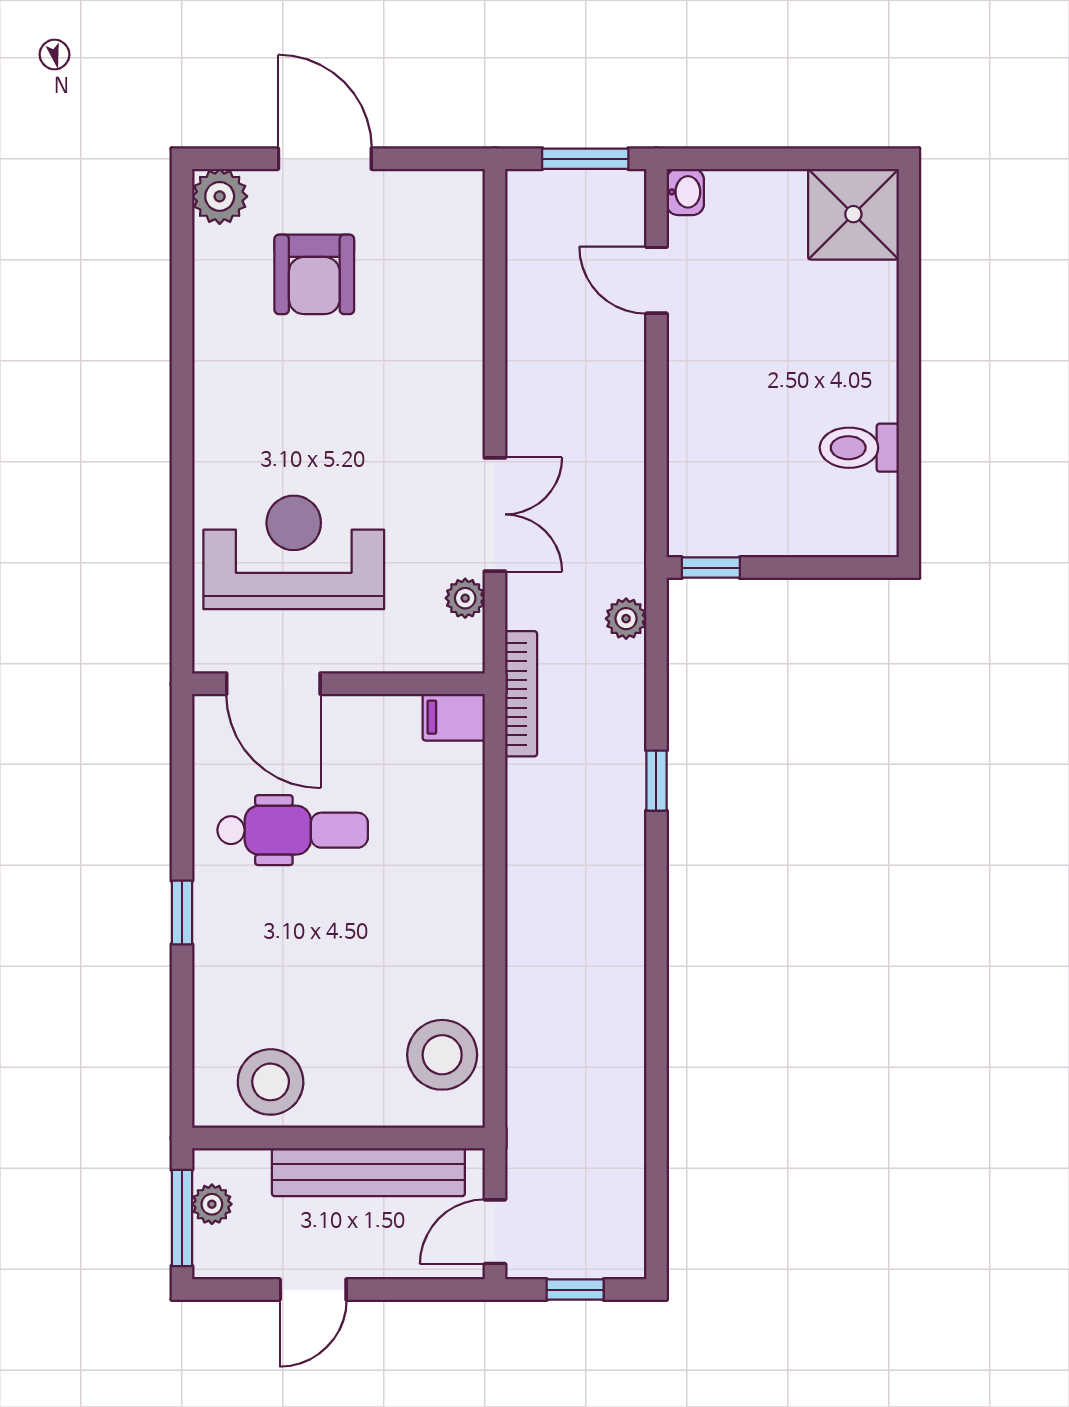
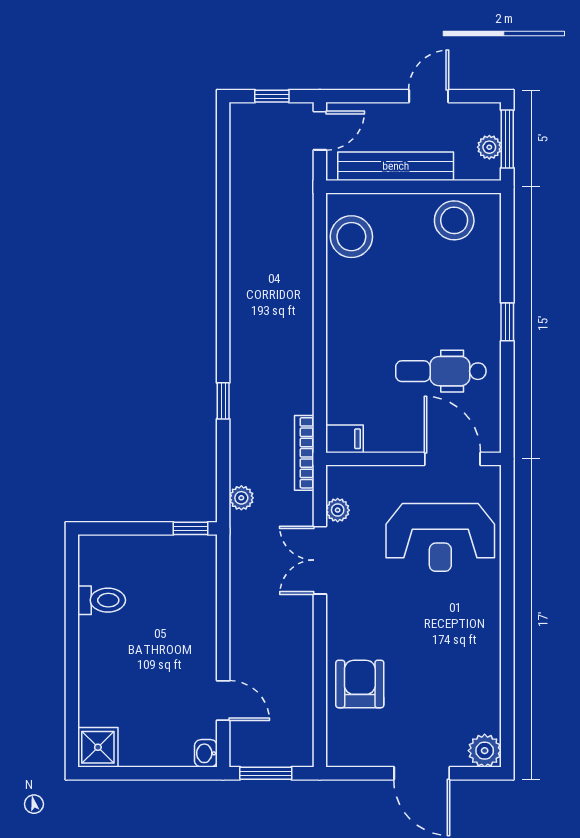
shower: (853, 214) -> (98, 747), width x0.73, depth x0.73
armchair: (314, 274) -> (360, 684), moved

